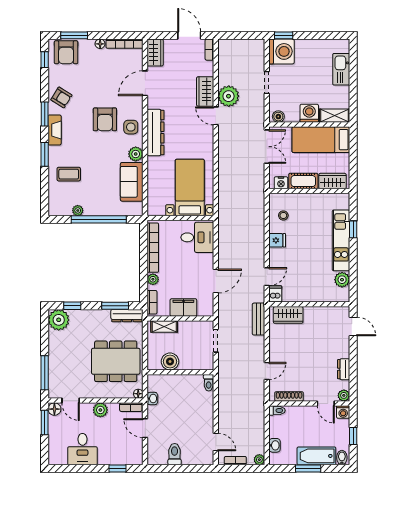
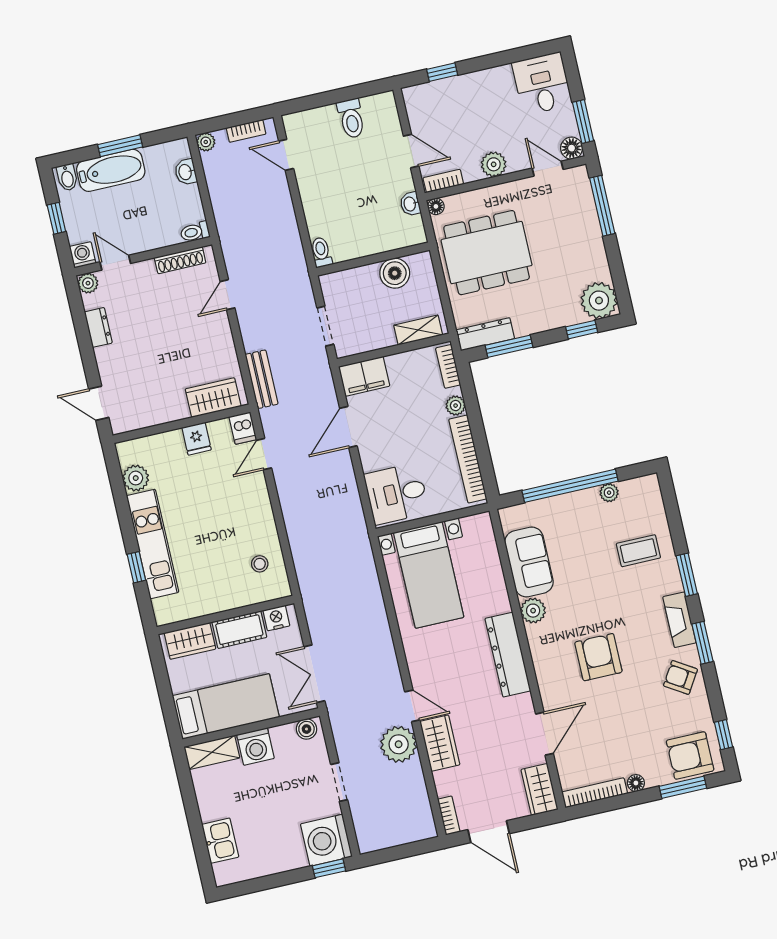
armchair: (66, 52) -> (690, 756), turned -90
kitchen sink: (341, 69) -> (220, 841), width x0.73
side table: (131, 127) -> (552, 654), removed
fridge: (277, 240) -> (197, 439), moved, turned -90
filing cabinet: (183, 308) -> (364, 376), moved
desk: (82, 449) -> (542, 84), moved

